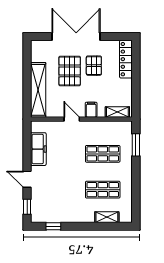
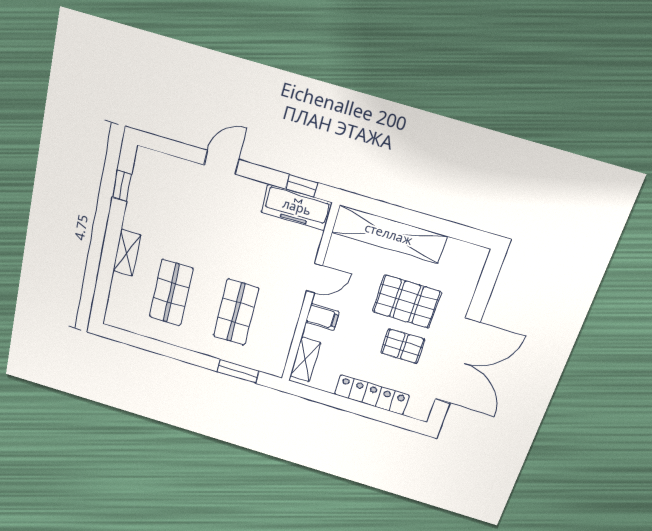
double door: (76, 37) -> (457, 361), moved
locker: (126, 59) -> (372, 395), moved
freezer: (38, 149) -> (297, 207), moved
window: (27, 207) -> (302, 186), moved
shelving: (107, 217) -> (127, 253), moved

